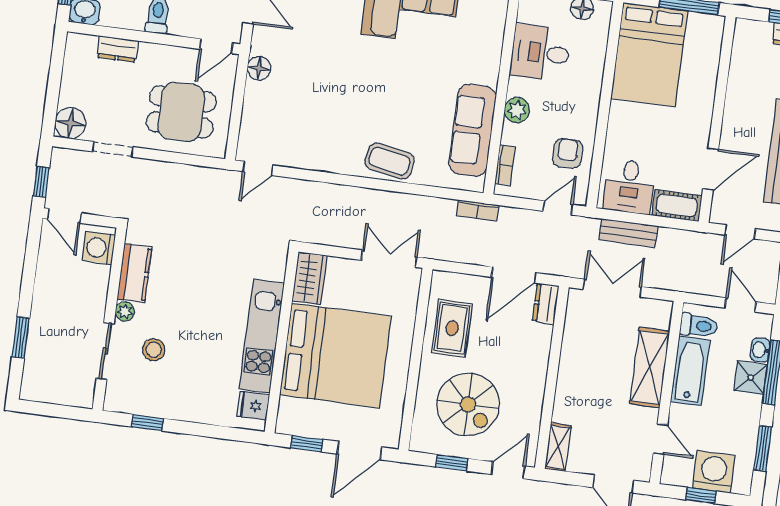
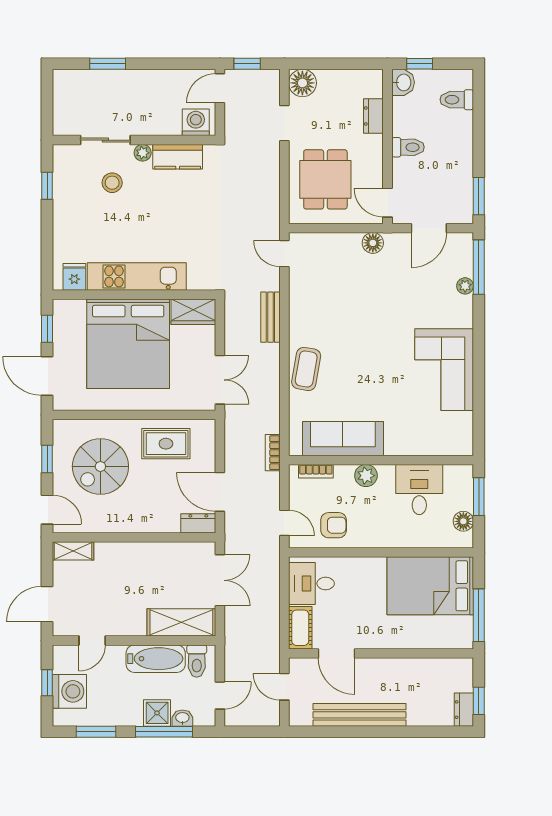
bench: (628, 233) -> (270, 317), moved
shelving: (650, 368) -> (181, 622), moved

